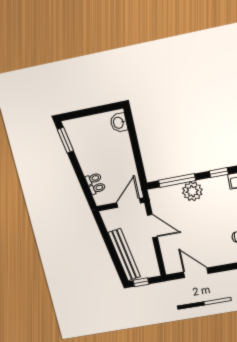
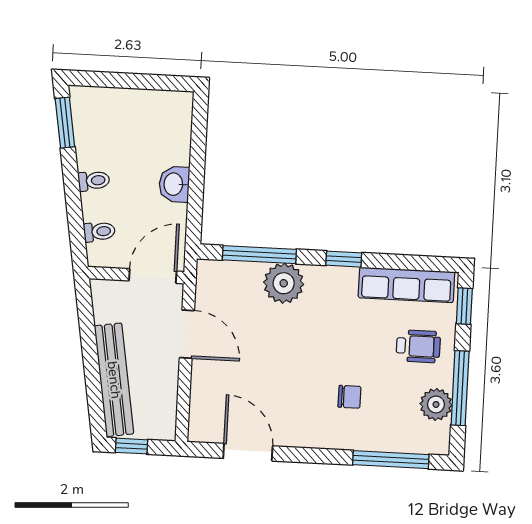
washbasin: (119, 123) -> (174, 184), moved
toilet: (93, 179) -> (94, 181), moved

